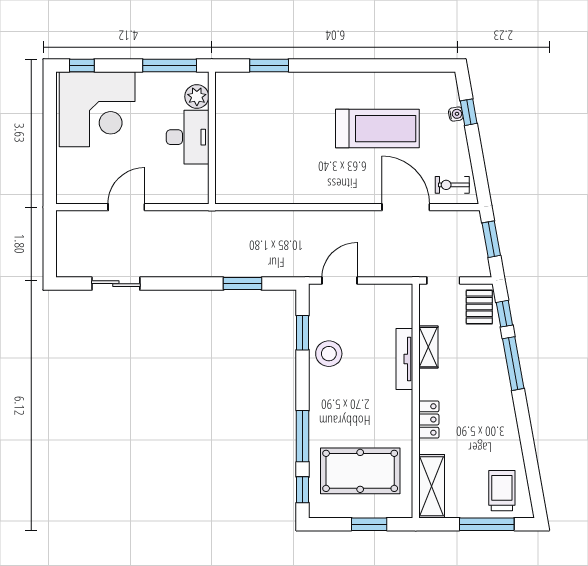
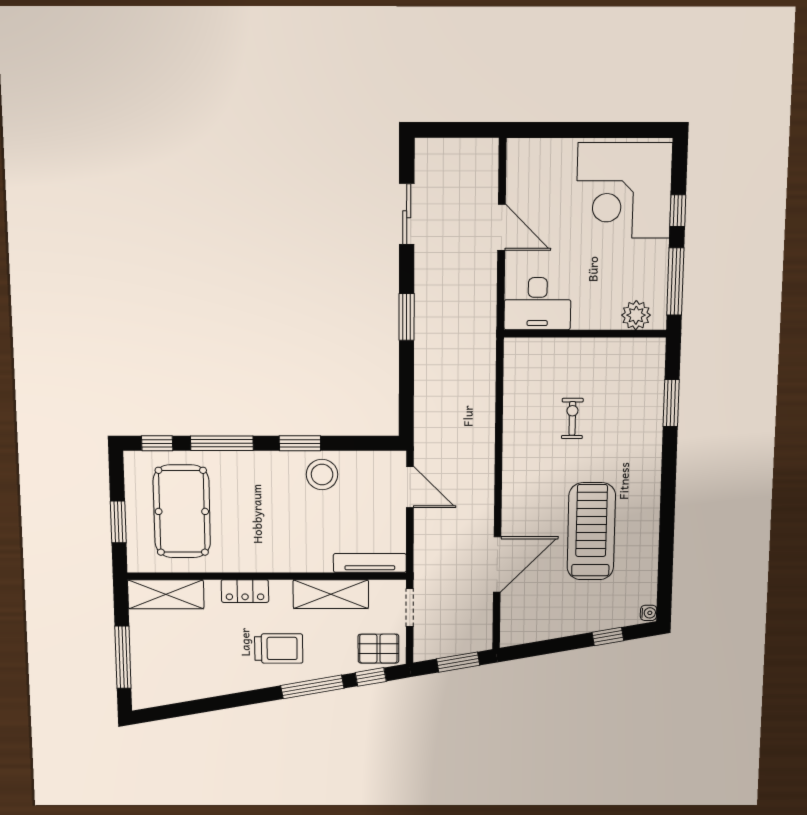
window: (82, 65) -> (678, 211), moved
water cooler: (456, 114) -> (649, 613), moved, turned -80
treadmill: (377, 129) -> (591, 531), turned 180
desk: (188, 137) -> (537, 304), moved
exercise bike: (452, 185) -> (572, 418), moved
window: (243, 284) -> (407, 317), moved
window: (303, 333) -> (300, 443), moved
shelving: (428, 347) -> (331, 594), width x1.50, depth x1.33
tv unit: (404, 359) -> (370, 563), moved
trolley: (502, 491) -> (279, 648), moved

